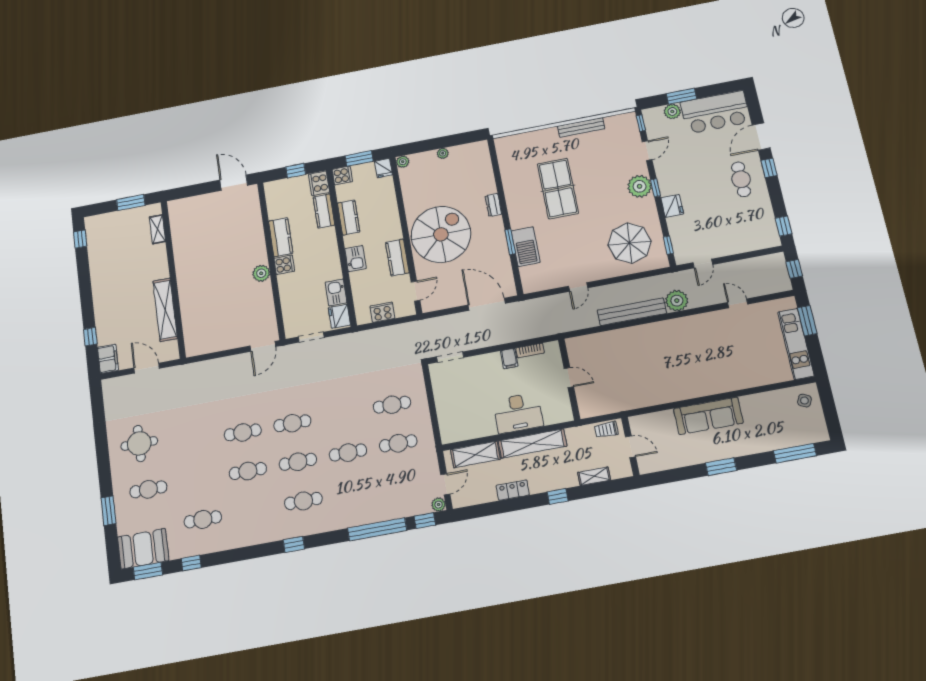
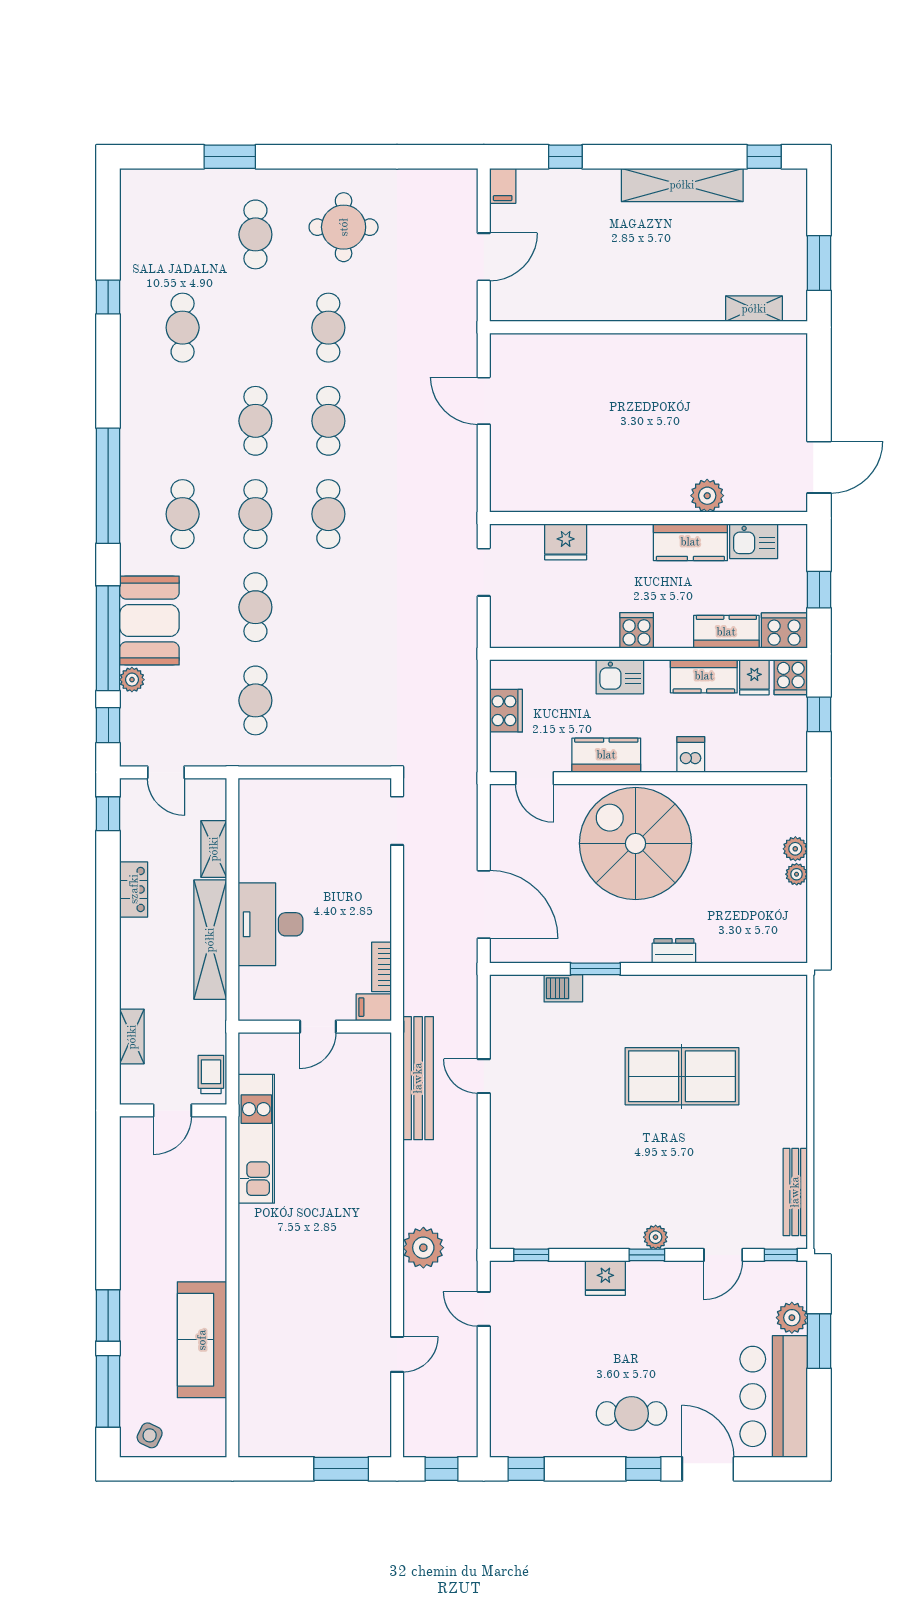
bench: (581, 127) -> (795, 1192), moved
door: (647, 151) -> (723, 1255), hinge flipped
window: (359, 158) -> (819, 714), width x0.67
plant: (403, 162) -> (795, 849), moved
fridge: (383, 168) -> (754, 677), moved, turned -90
plant: (640, 186) -> (656, 1237), width x0.53, depth x0.53
dishwasher: (390, 216) -> (691, 754), added
spiral stairs: (441, 234) -> (636, 843), turned 180
parasol: (630, 243) -> (549, 1186), removed
barbecue: (526, 247) -> (563, 988), width x0.53, depth x0.65
cooker: (284, 265) -> (637, 630), moved, turned 180
plant: (261, 273) -> (707, 496), moved
kitchen sink: (336, 292) -> (754, 541), moved, turned 180
door: (487, 304) -> (484, 904), hinge flipped
shelving: (165, 310) -> (682, 185), moved
bench: (632, 312) -> (418, 1078), moved
fridge: (339, 316) -> (566, 542), moved, turned 180
kitchen unit: (796, 344) -> (256, 1139), moved, turned 90
door: (263, 346) -> (484, 401), moved
filing cabinet: (108, 359) -> (503, 186), width x0.50
filing cabinet: (509, 359) -> (374, 1007), moved
side table: (804, 401) -> (150, 1435), moved
cafe table: (392, 405) -> (328, 328), moved
sofa: (708, 416) -> (202, 1340), moved
shelving: (475, 454) -> (214, 849), width x0.67, depth x0.75
window: (721, 467) -> (108, 1315), moved
window: (558, 496) -> (108, 814), moved
plant: (439, 505) -> (132, 680), moved
window: (294, 544) -> (108, 486), width x3.17
booth: (143, 549) -> (149, 620), moved
window: (148, 571) -> (108, 217), removed

